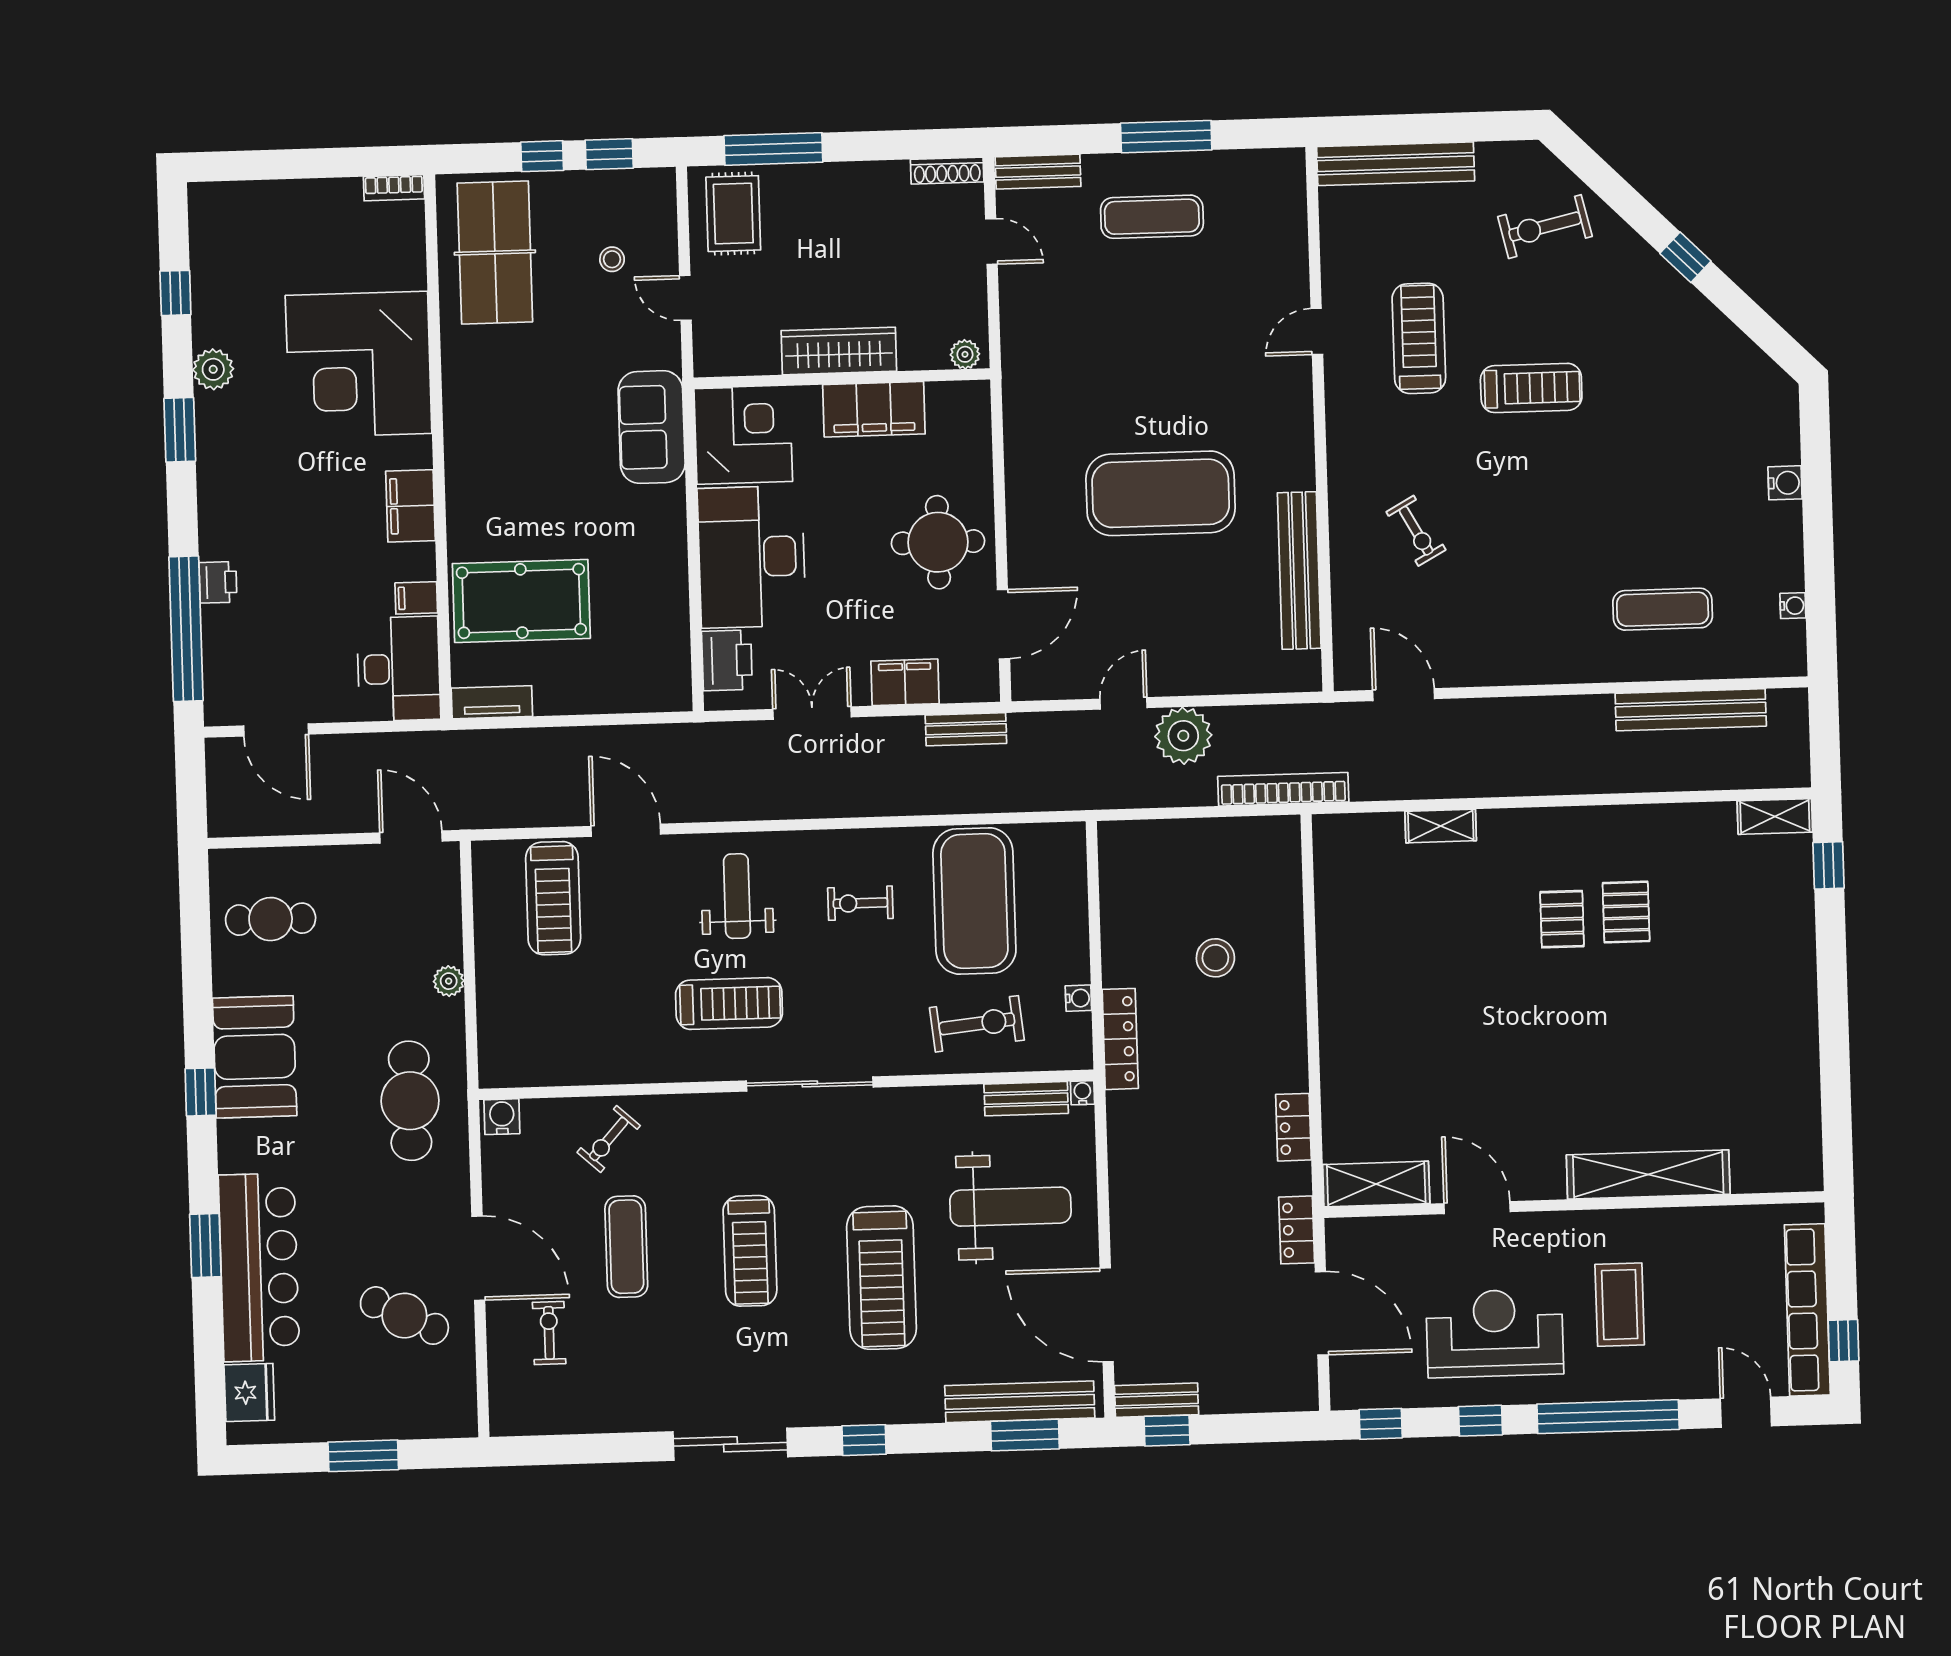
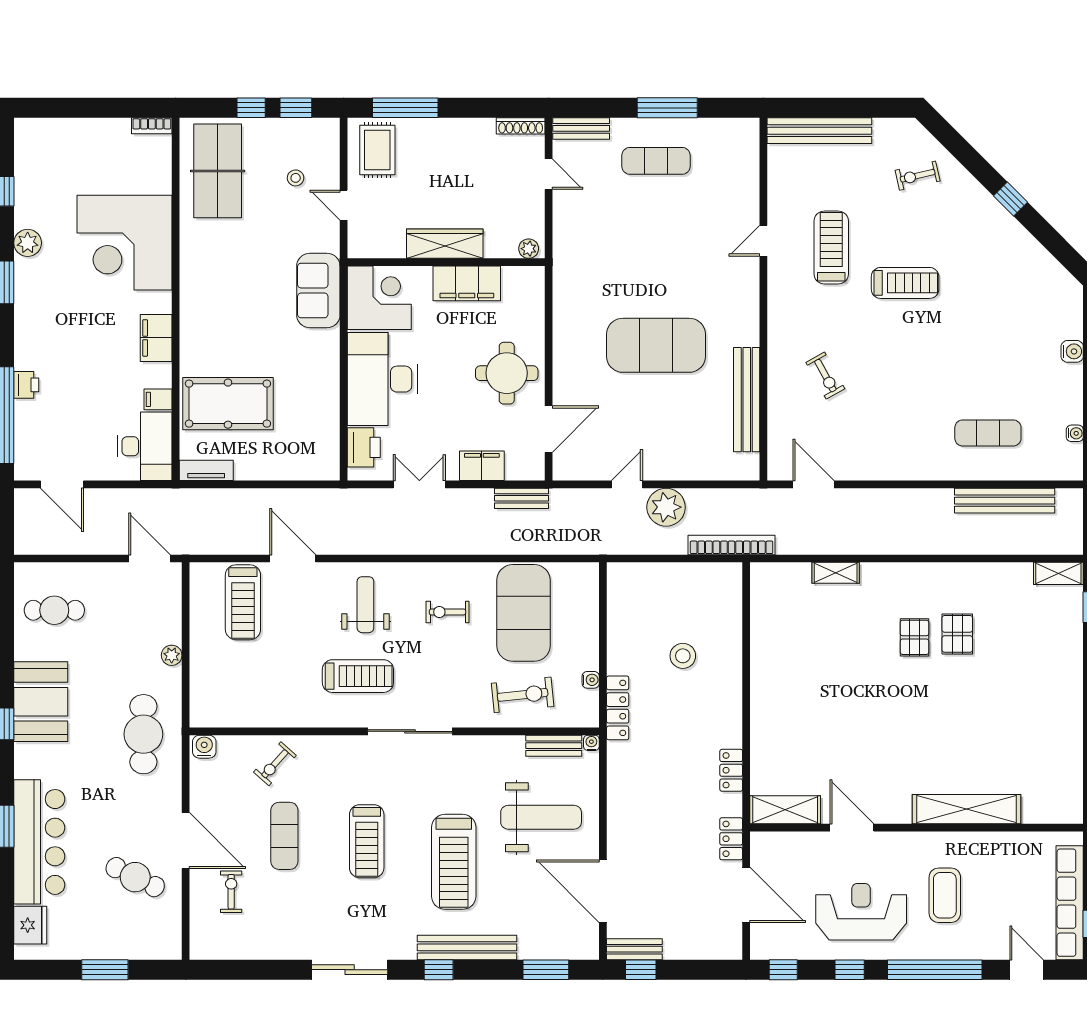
exercise bike: (1545, 227) -> (918, 176), width x0.73, depth x0.72
bench: (1020, 1402) -> (467, 947), moved

